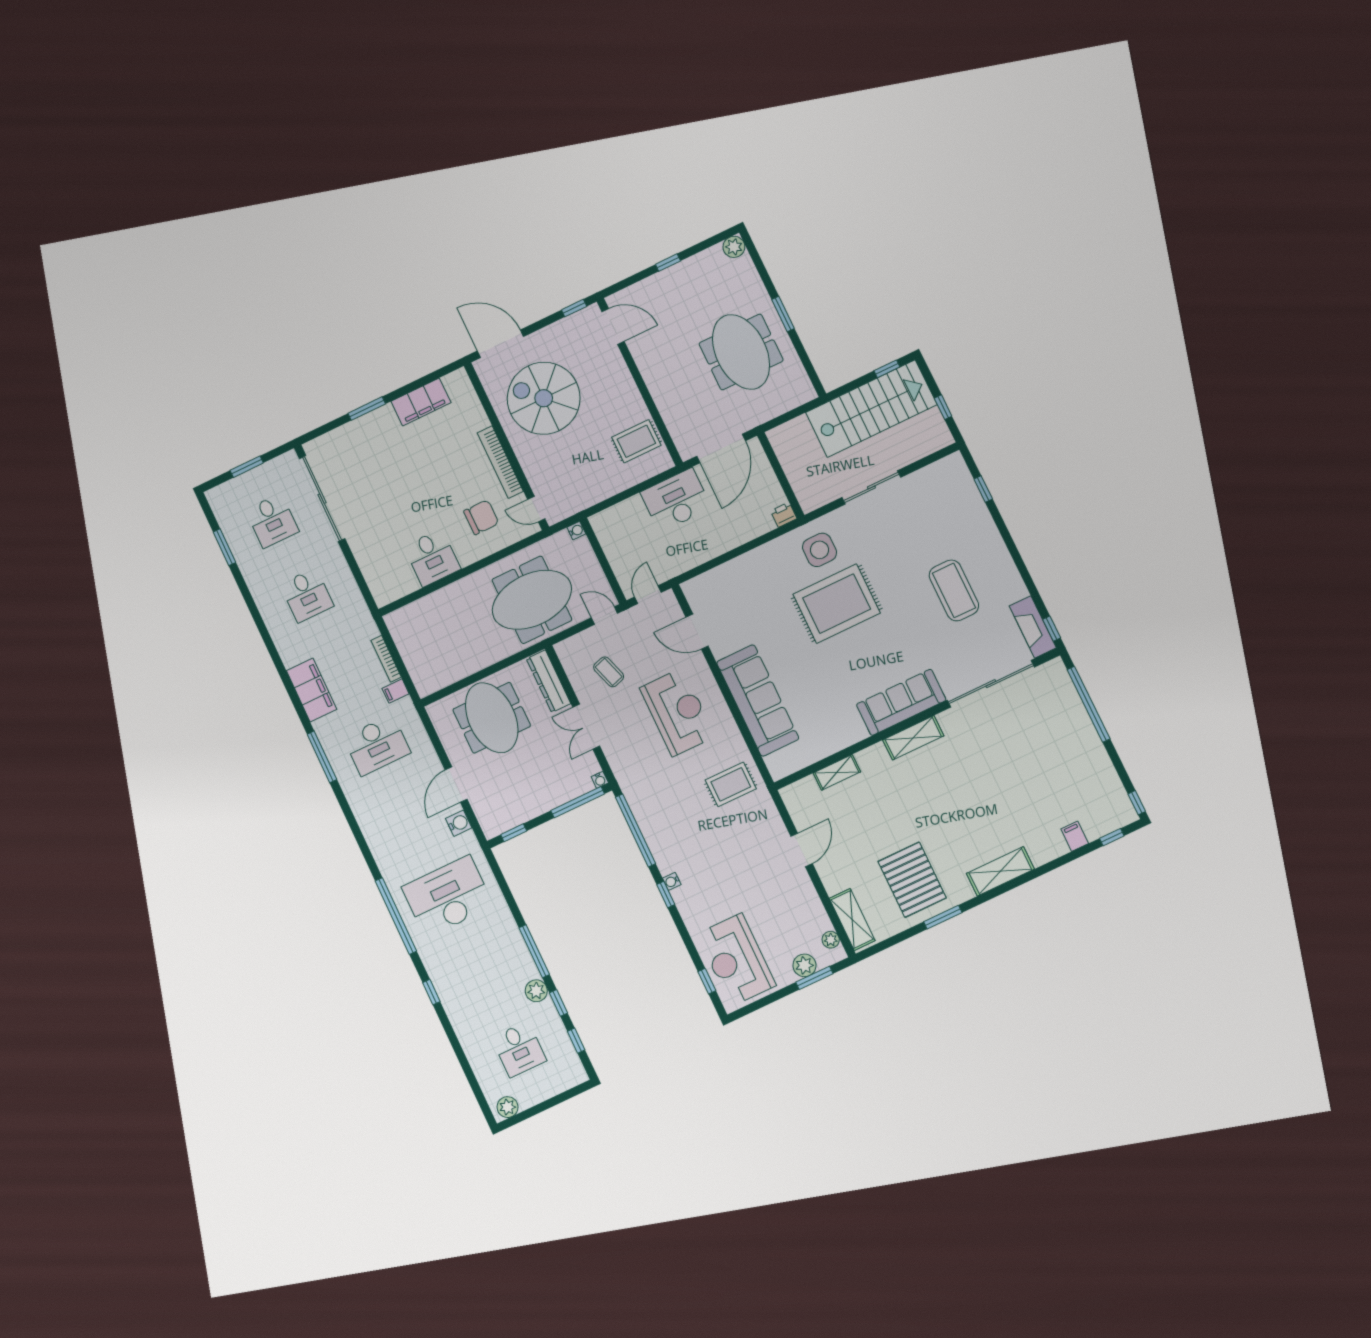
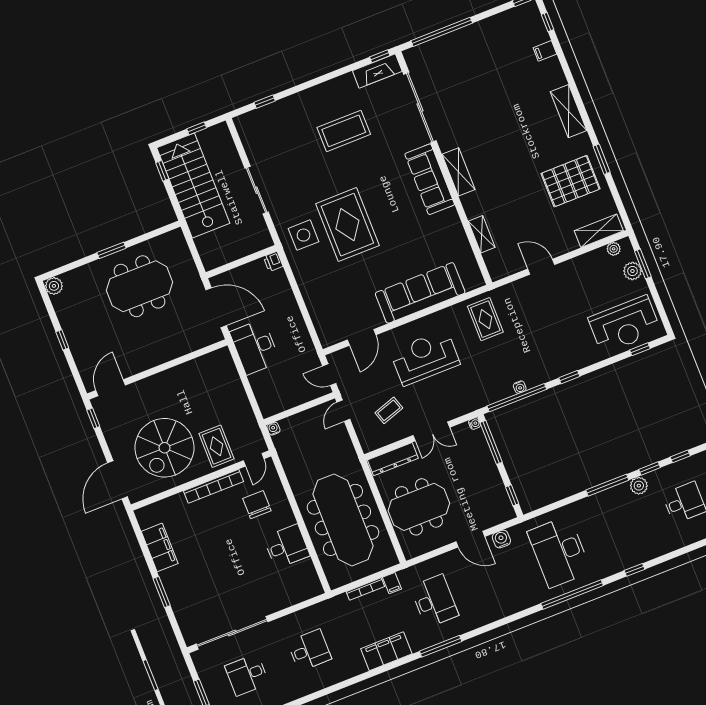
rug: (636, 441) -> (217, 446), moved
desk: (272, 521) -> (247, 675), turned 180
meeting table: (532, 600) -> (343, 520), moved, width x1.36
water cooler: (672, 881) -> (520, 387), moved

